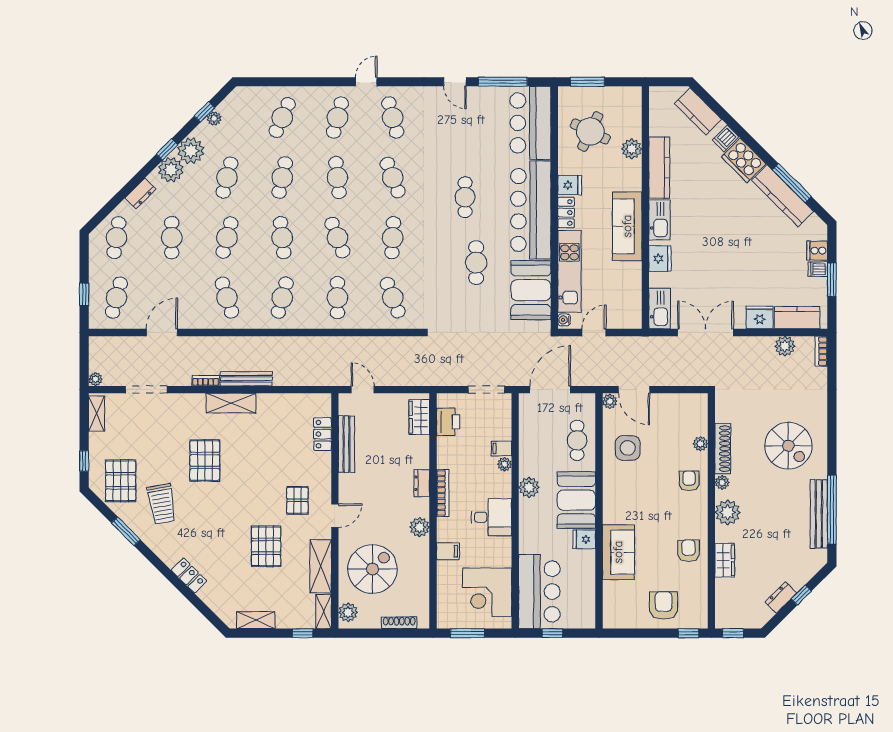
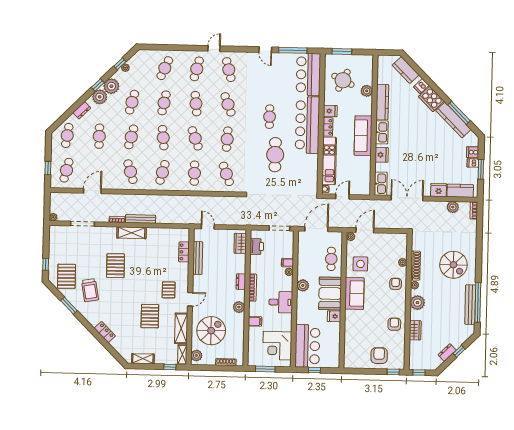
cafe table: (476, 263) -> (275, 155), width x1.37, depth x1.35
booth: (531, 290) -> (307, 171), removed
door: (634, 390) -> (365, 230), swing flipped
shelving: (97, 414) -> (53, 237), removed
sofa: (618, 552) -> (354, 293), moved

